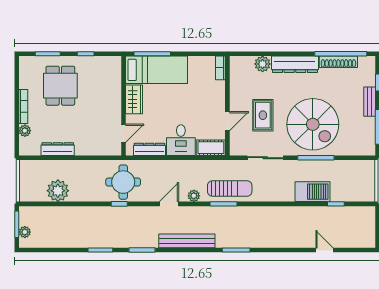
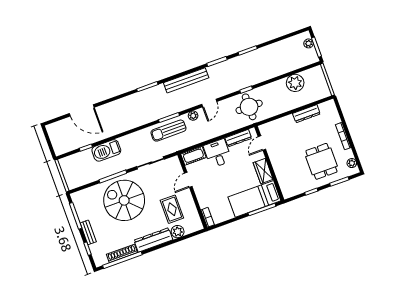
rug: (263, 115) -> (172, 209), moved
plant: (25, 131) -> (352, 163), moved
door: (325, 250) -> (82, 110), width x1.87

